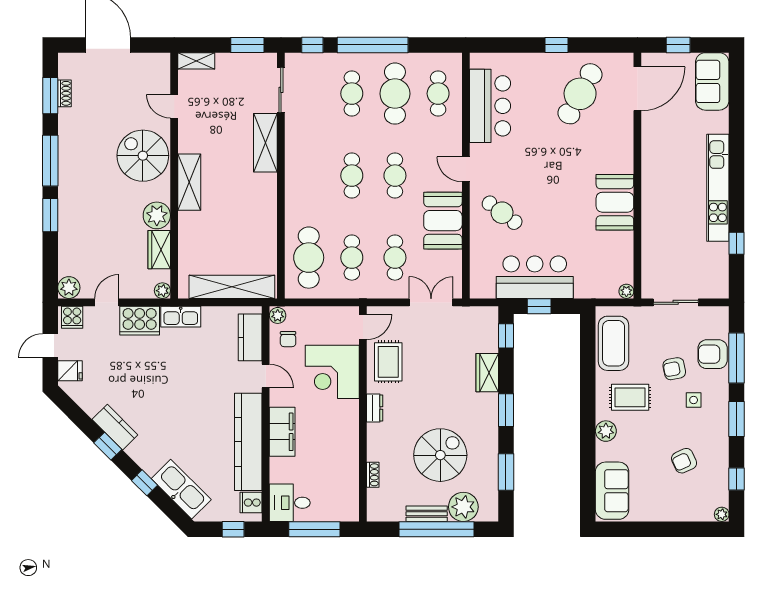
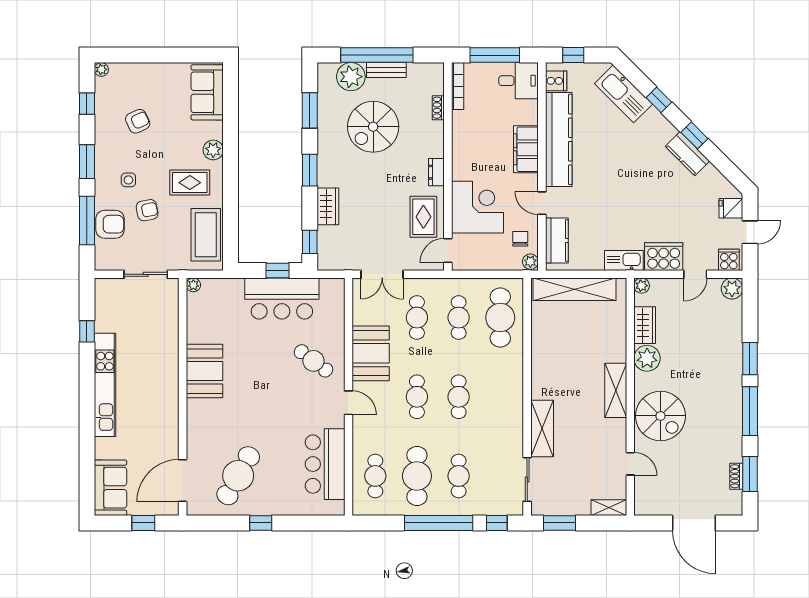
bookcase: (353, 497) -> (458, 86), added

